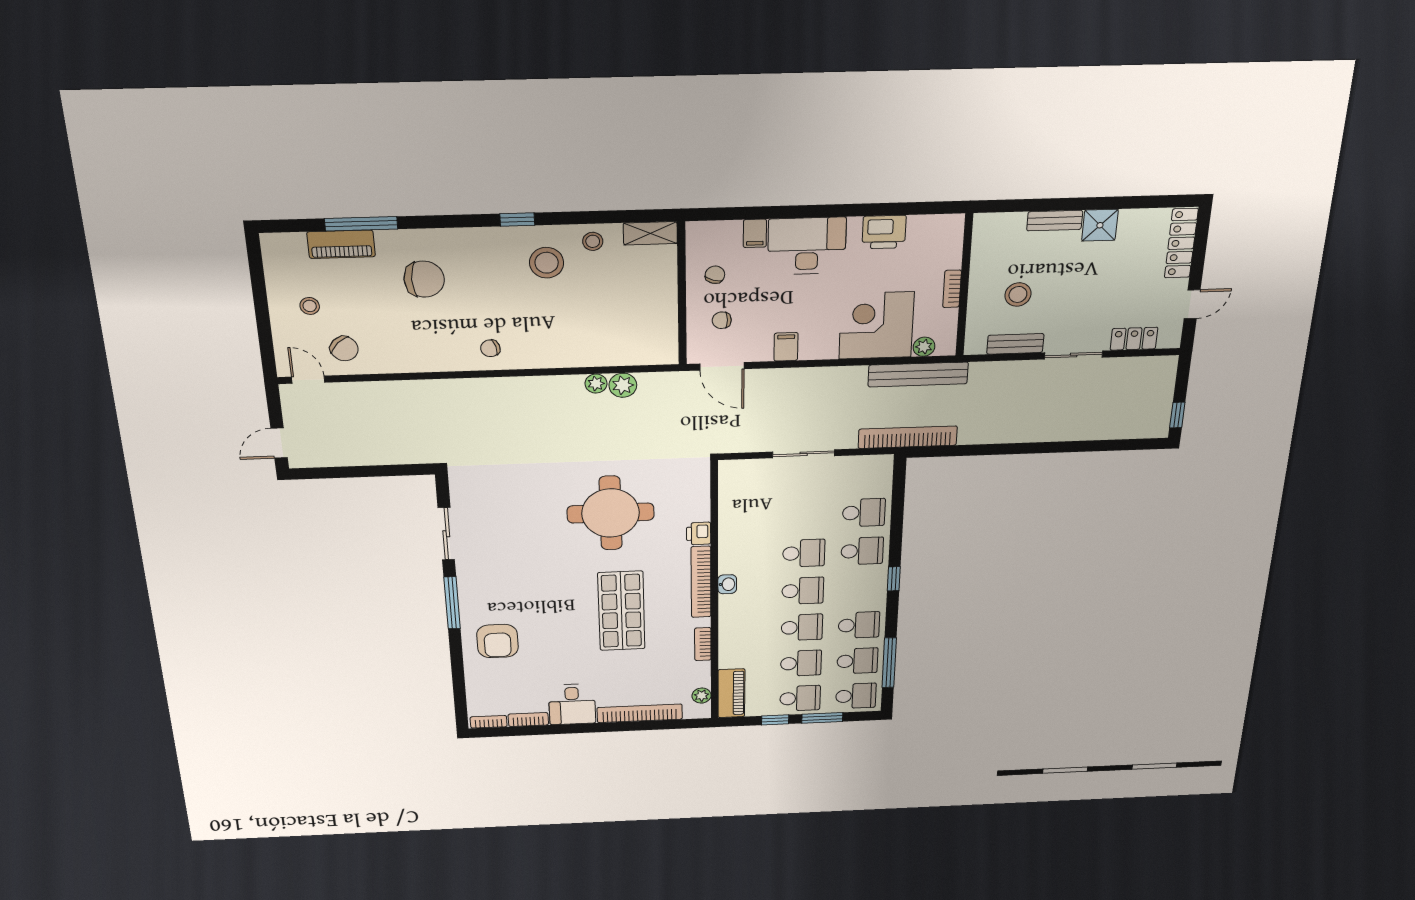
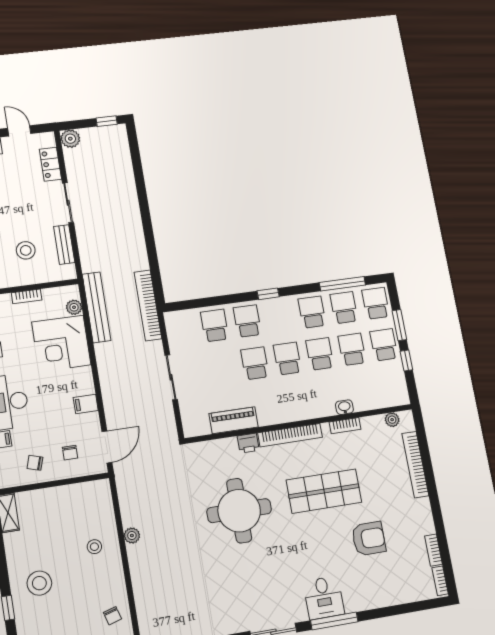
stool: (593, 241) -> (94, 547), moved
plant: (623, 385) -> (70, 139), moved
washbasin: (727, 584) -> (344, 407), moved
armchair: (497, 641) -> (369, 539), moved
piano: (731, 693) -> (234, 420), moved
desk: (572, 704) -> (324, 598), moved, turned 90

